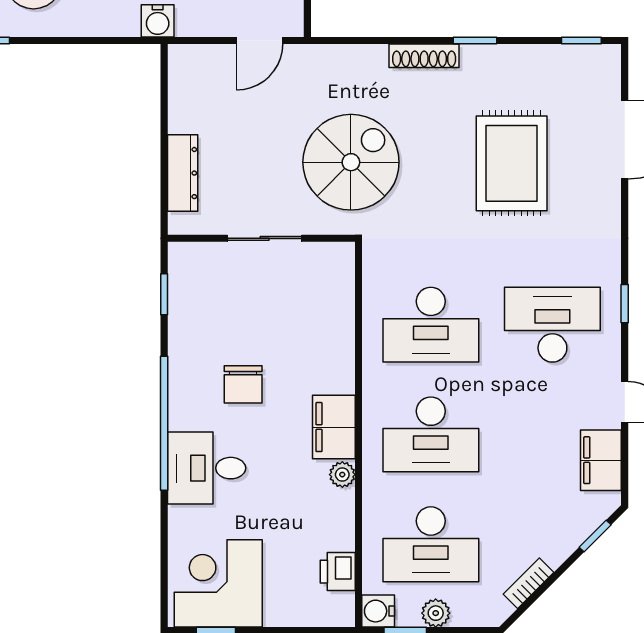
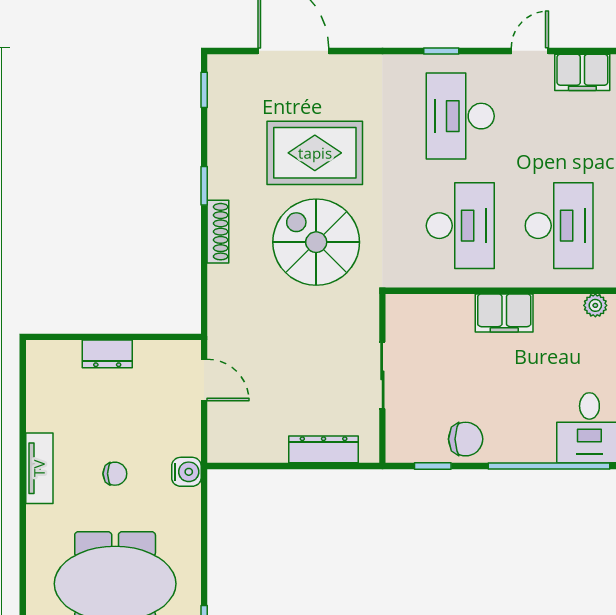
spiral stairs: (351, 162) -> (316, 242), moved
chair: (243, 384) -> (466, 439), moved
filing cabinet: (334, 427) -> (504, 313), moved

